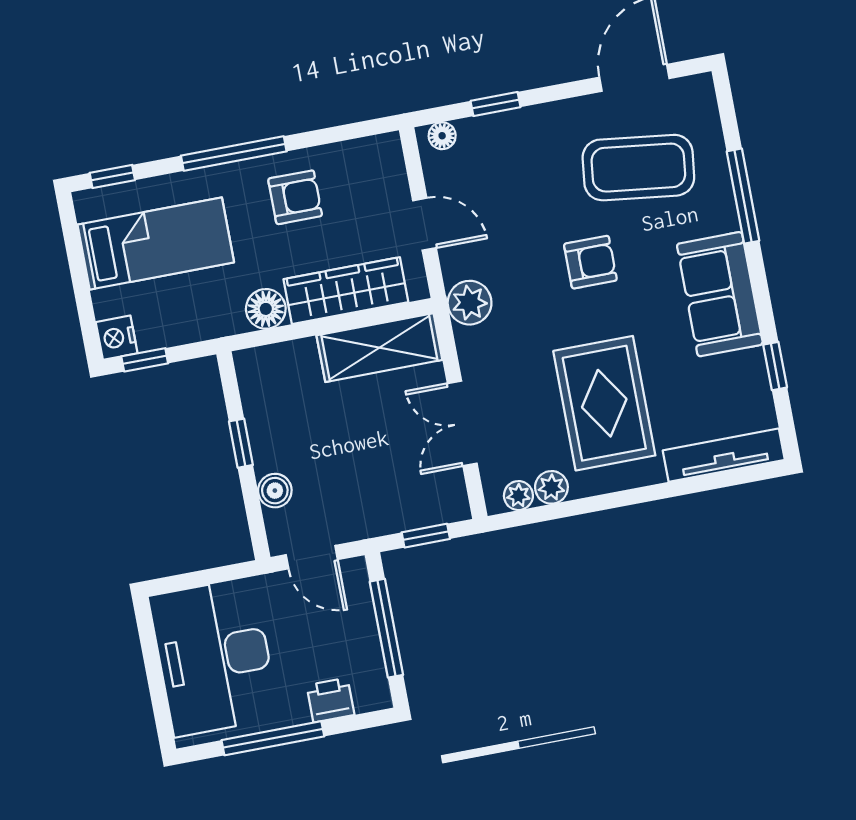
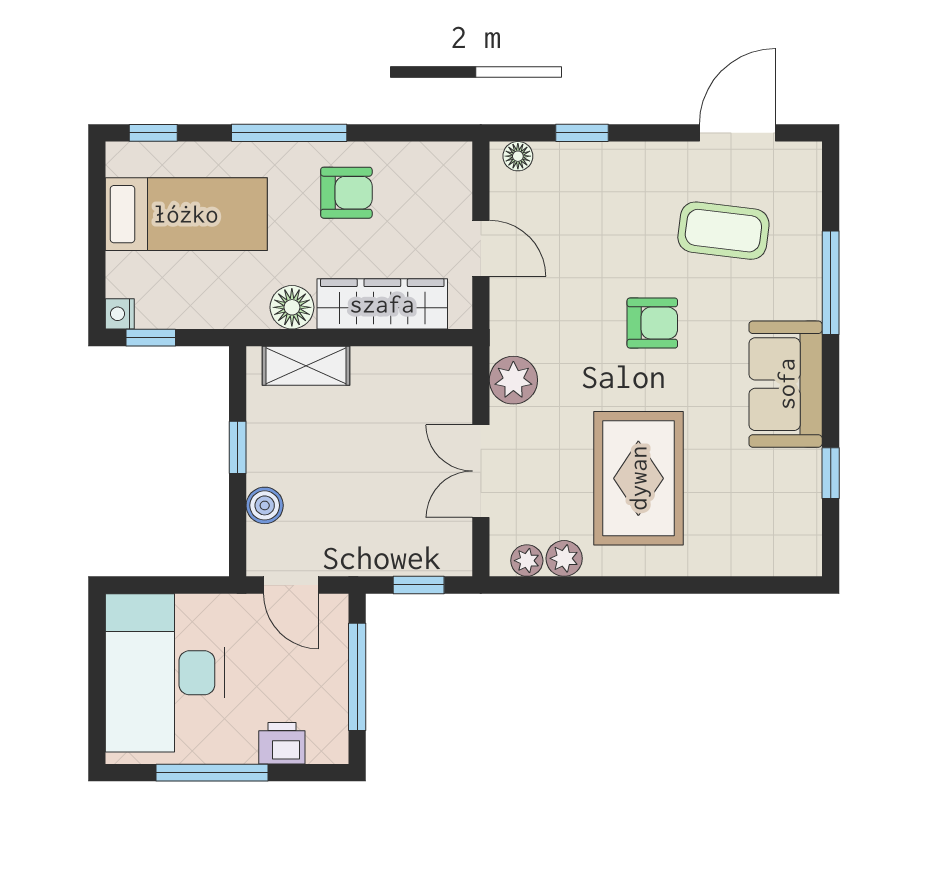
coffee table: (638, 168) -> (723, 231), width x0.73, depth x0.76
plant: (470, 303) -> (513, 380), moved
nightstand: (117, 338) -> (120, 314), width x0.72, depth x0.74
shelving: (379, 348) -> (306, 366), moved, width x0.67, depth x0.75
tv unit: (724, 455) -> (757, 559), removed

